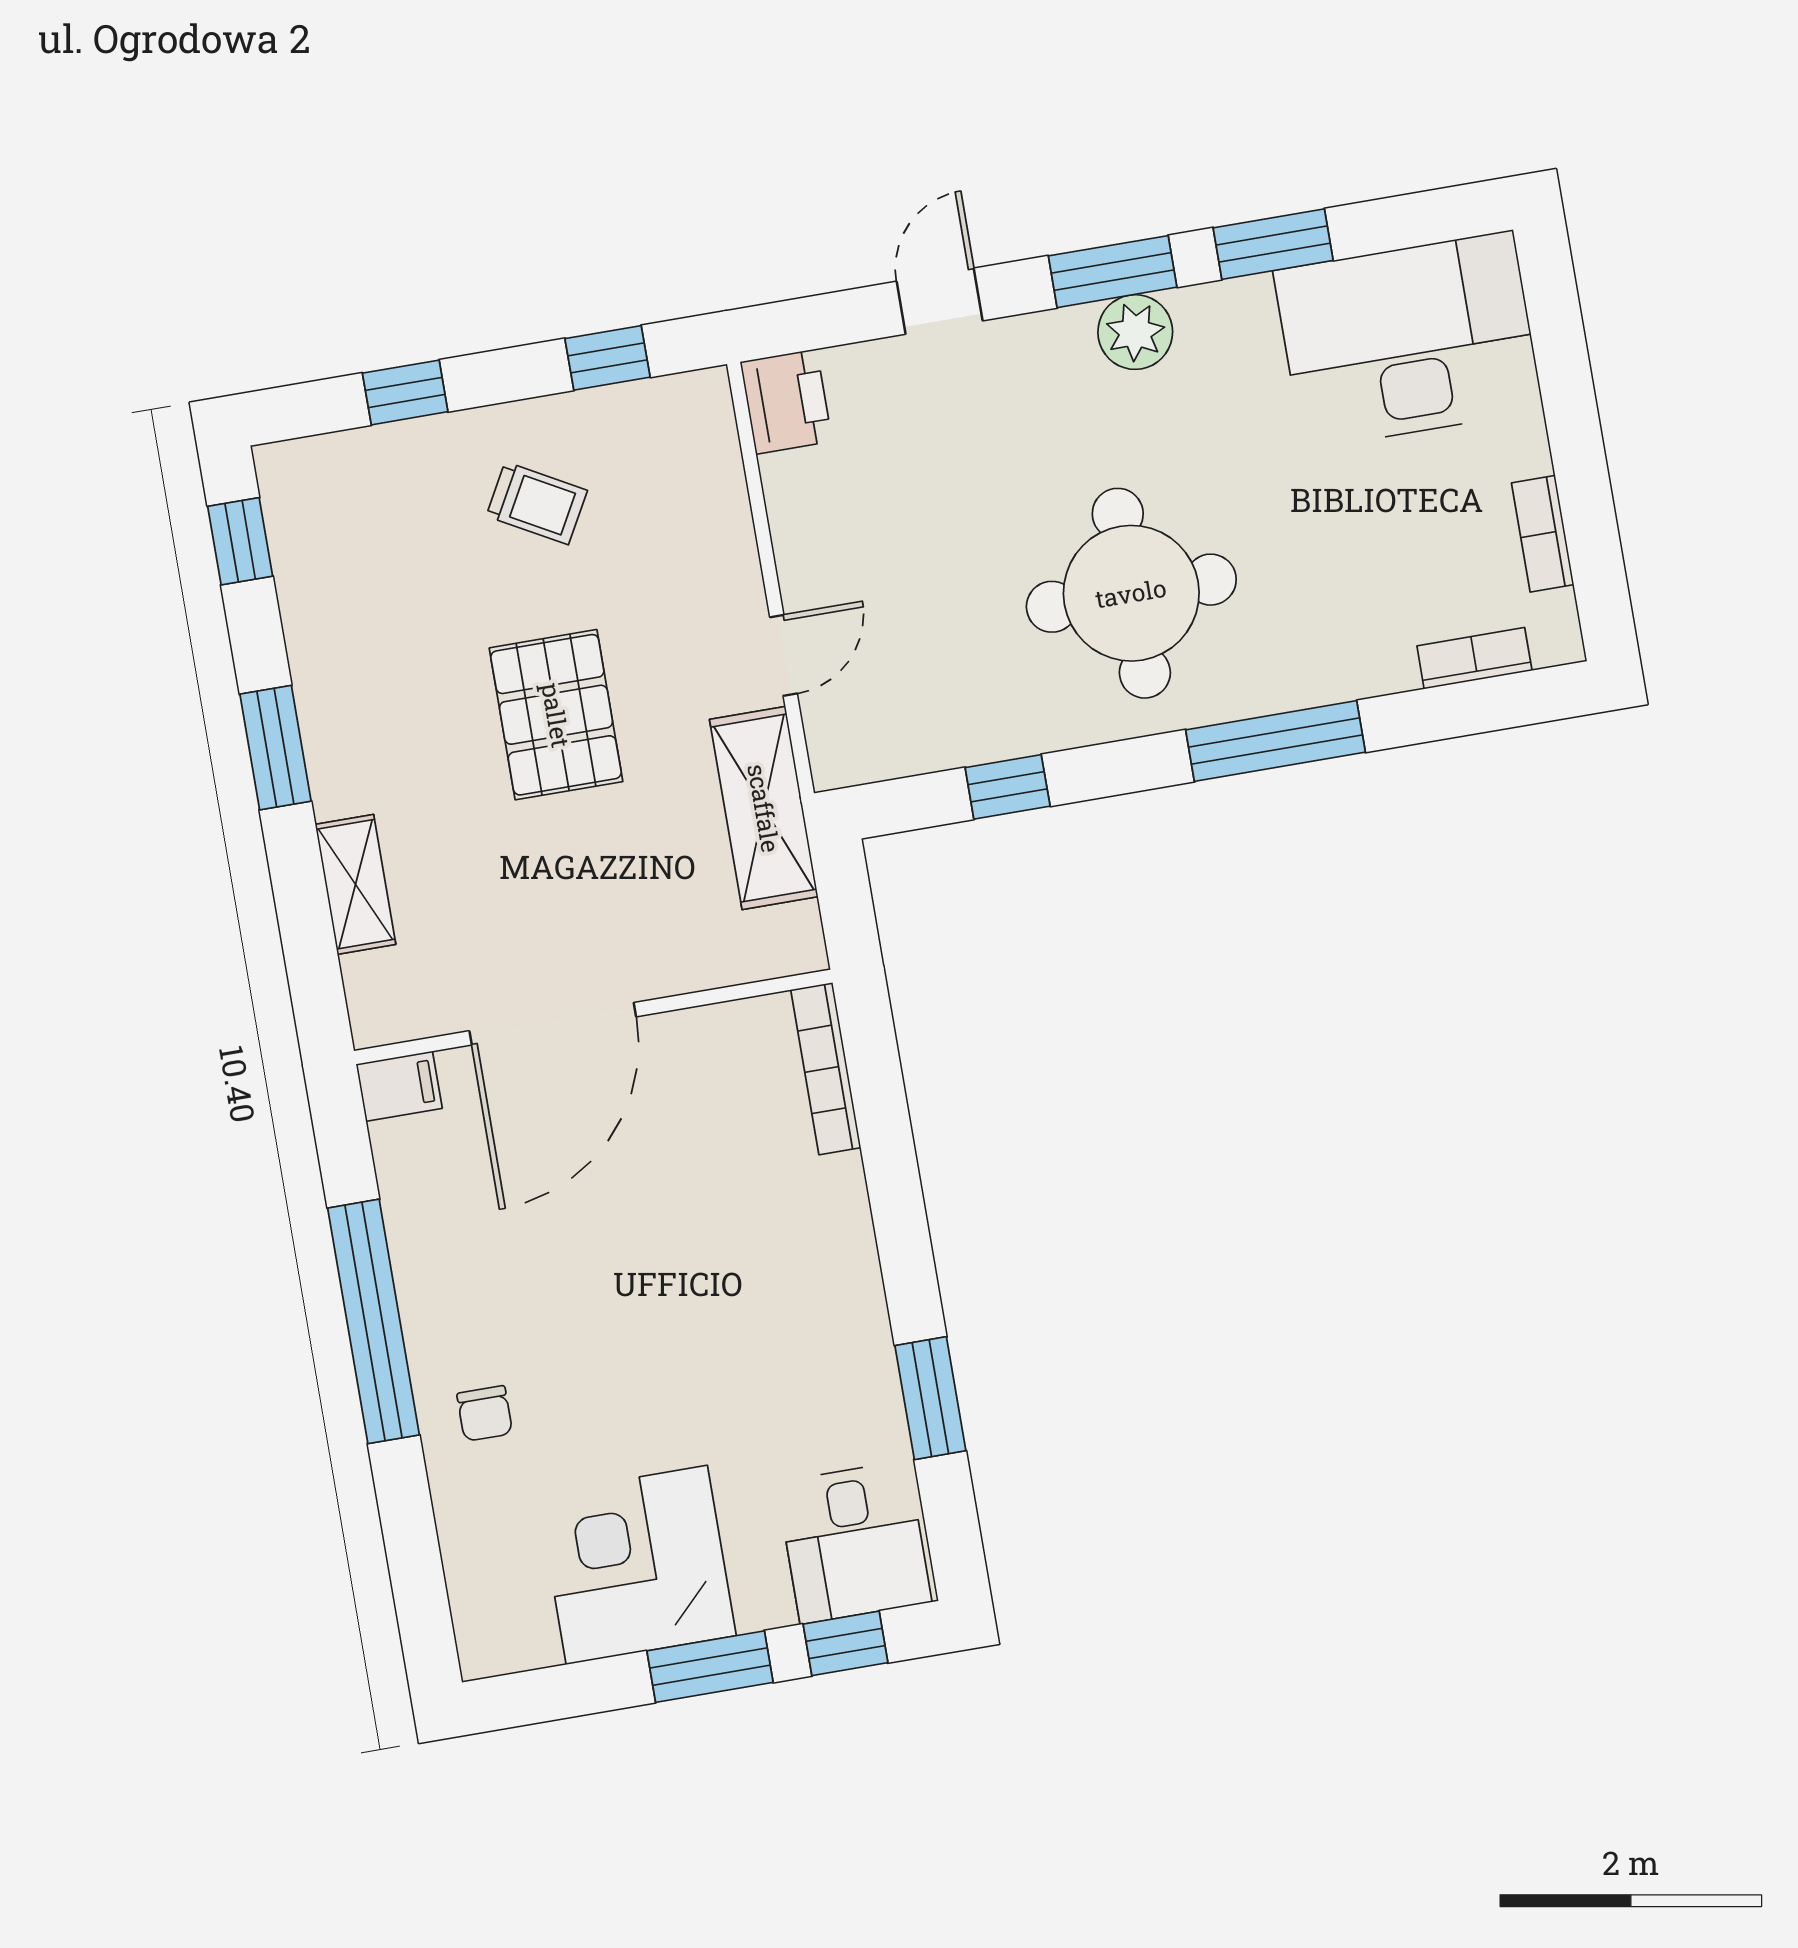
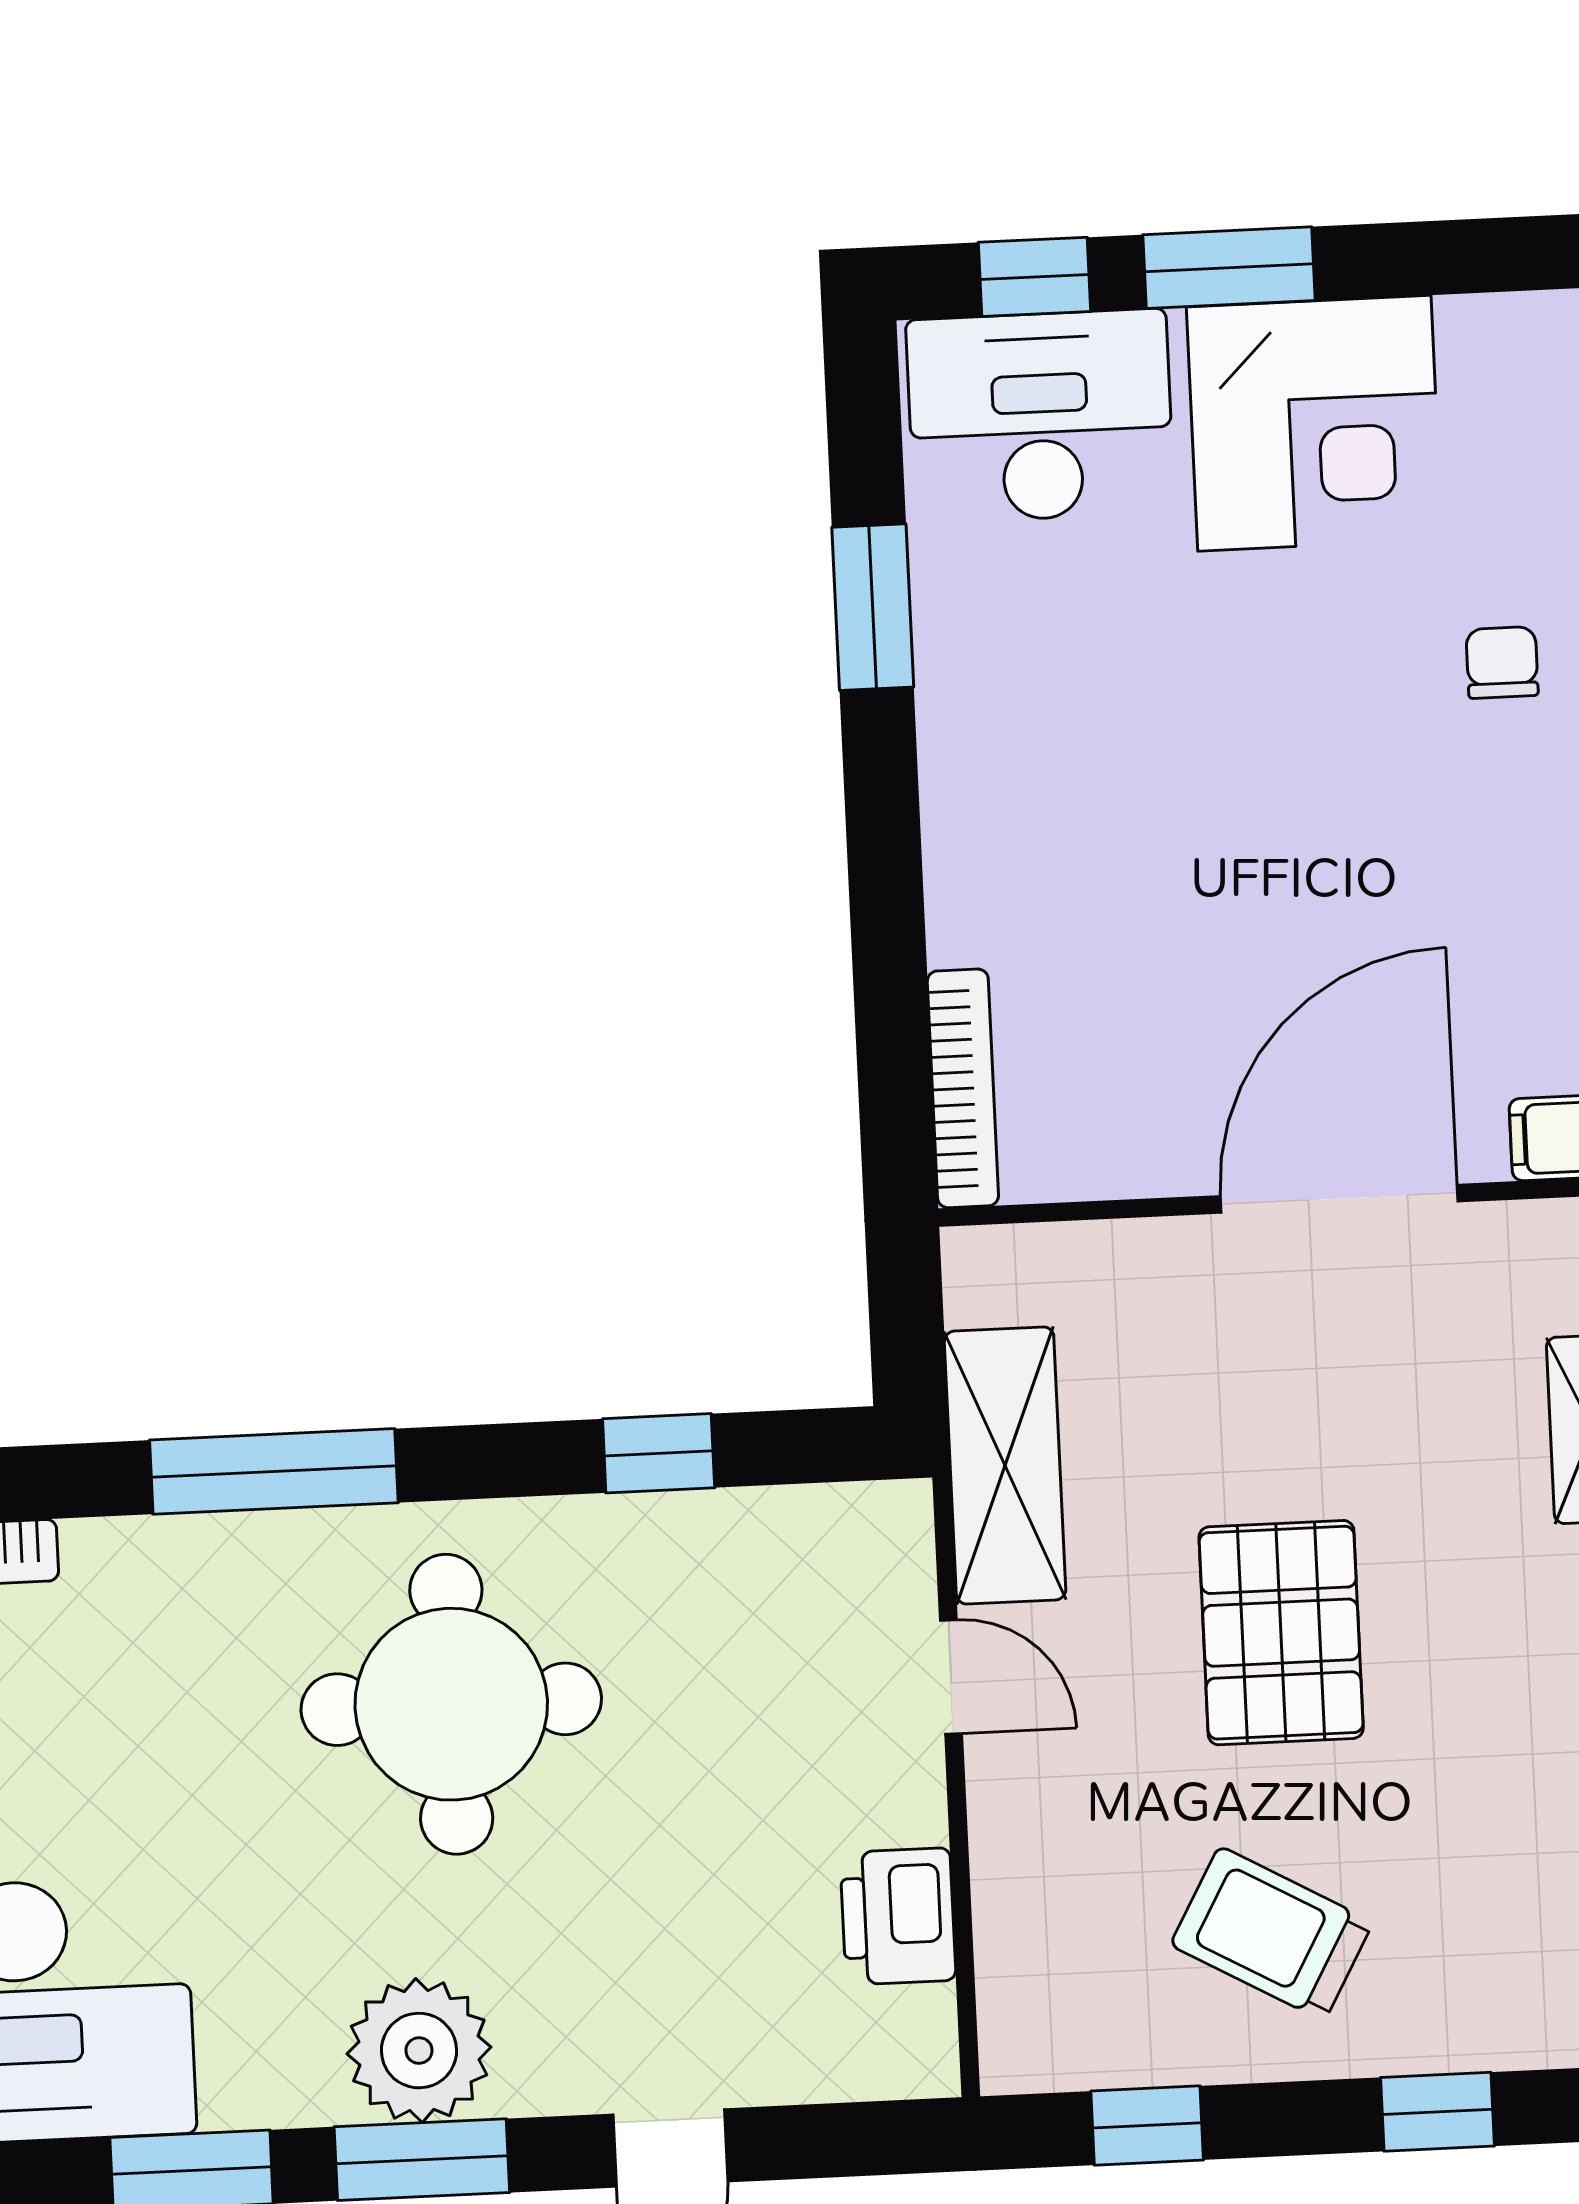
plant: (1135, 332) -> (419, 2051), width x1.36, depth x1.36
printer: (786, 402) -> (898, 1916), moved
trolley: (537, 503) -> (1272, 1933), width x1.36, depth x1.39
door: (784, 655) -> (951, 1677), swing flipped
desk: (854, 1542) -> (1040, 416), width x1.37

